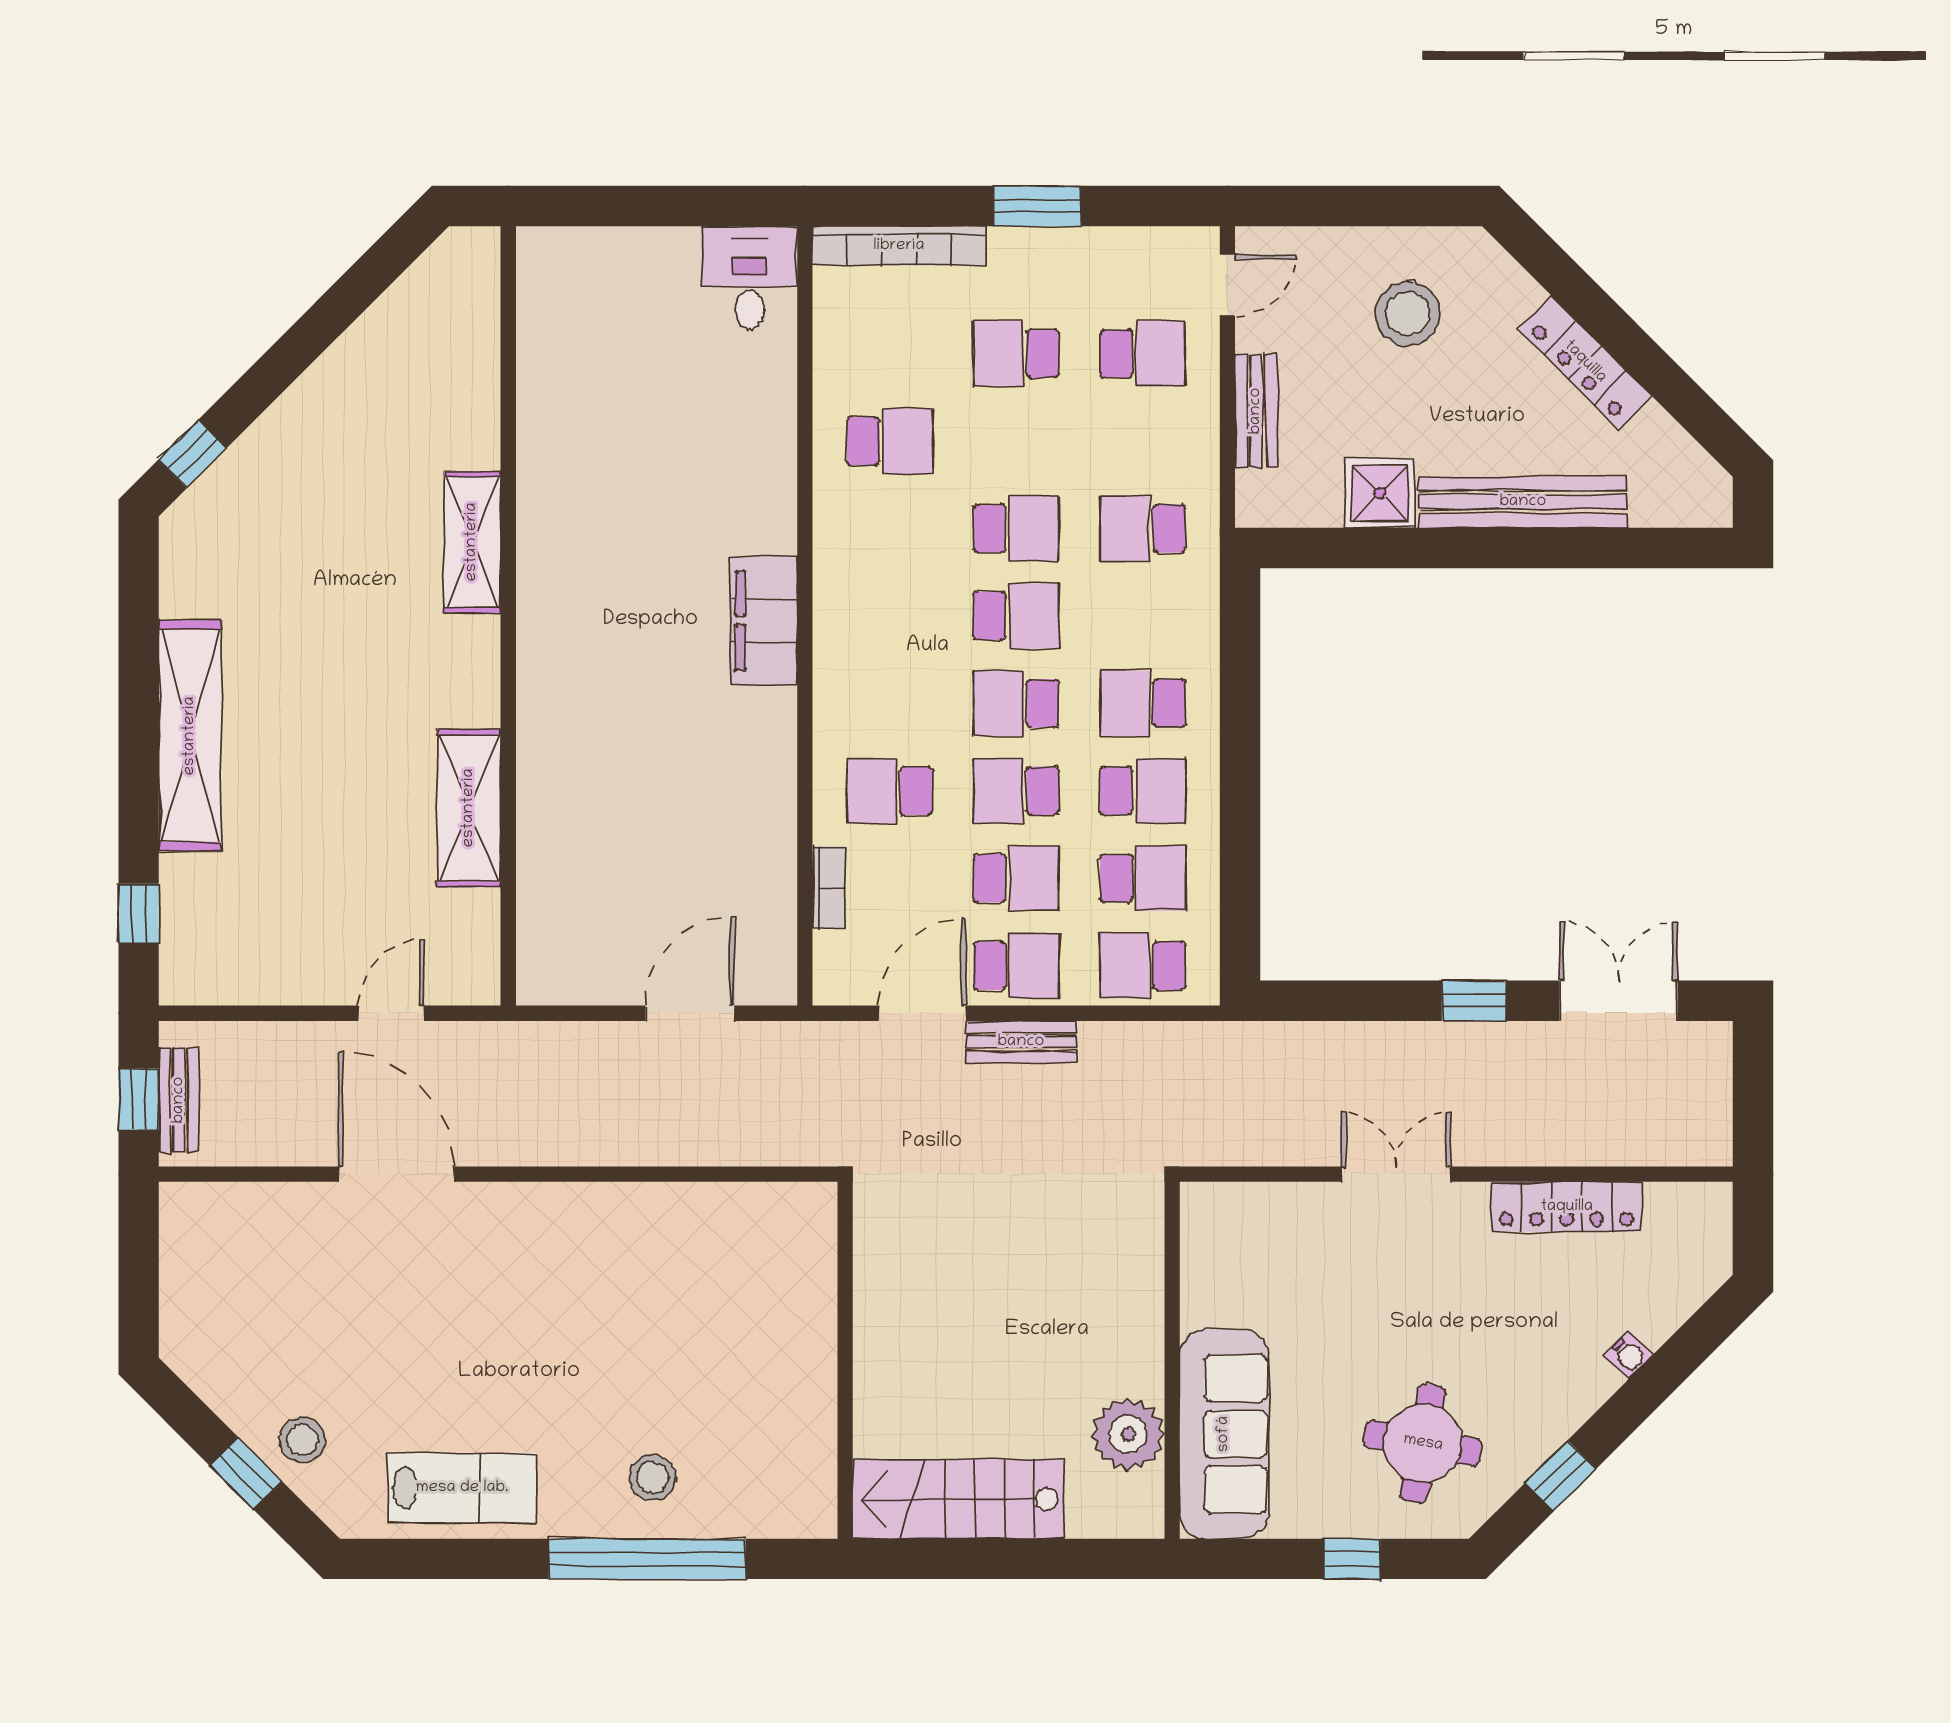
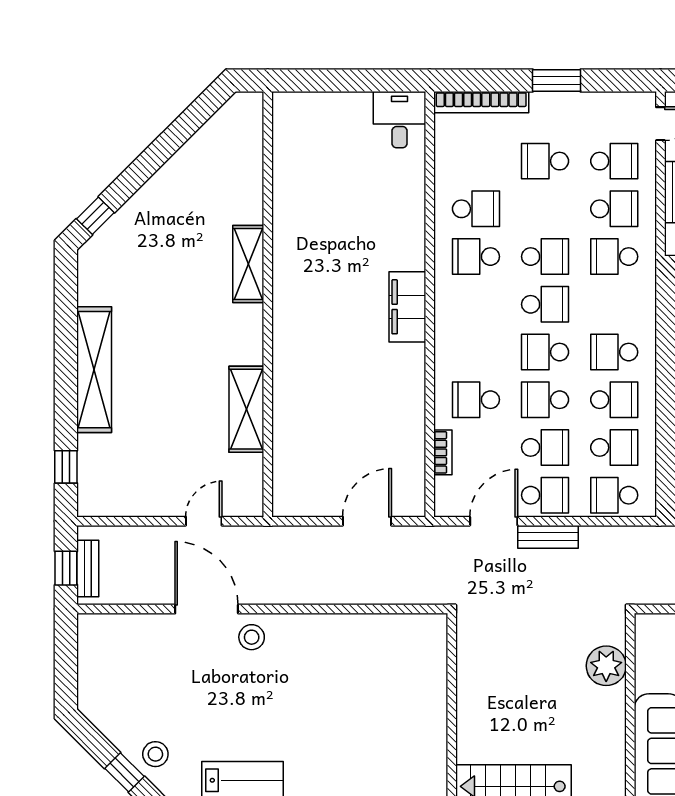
school desk: (1143, 441) -> (614, 209), added
school desk: (890, 529) -> (476, 257), added
plant: (1128, 1434) -> (606, 666), moved
stool: (653, 1477) -> (252, 637), moved

